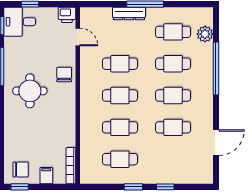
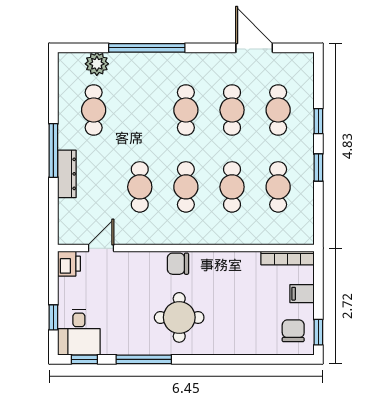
cafe table: (173, 64) -> (278, 110), moved
chair: (64, 75) -> (178, 264), moved

